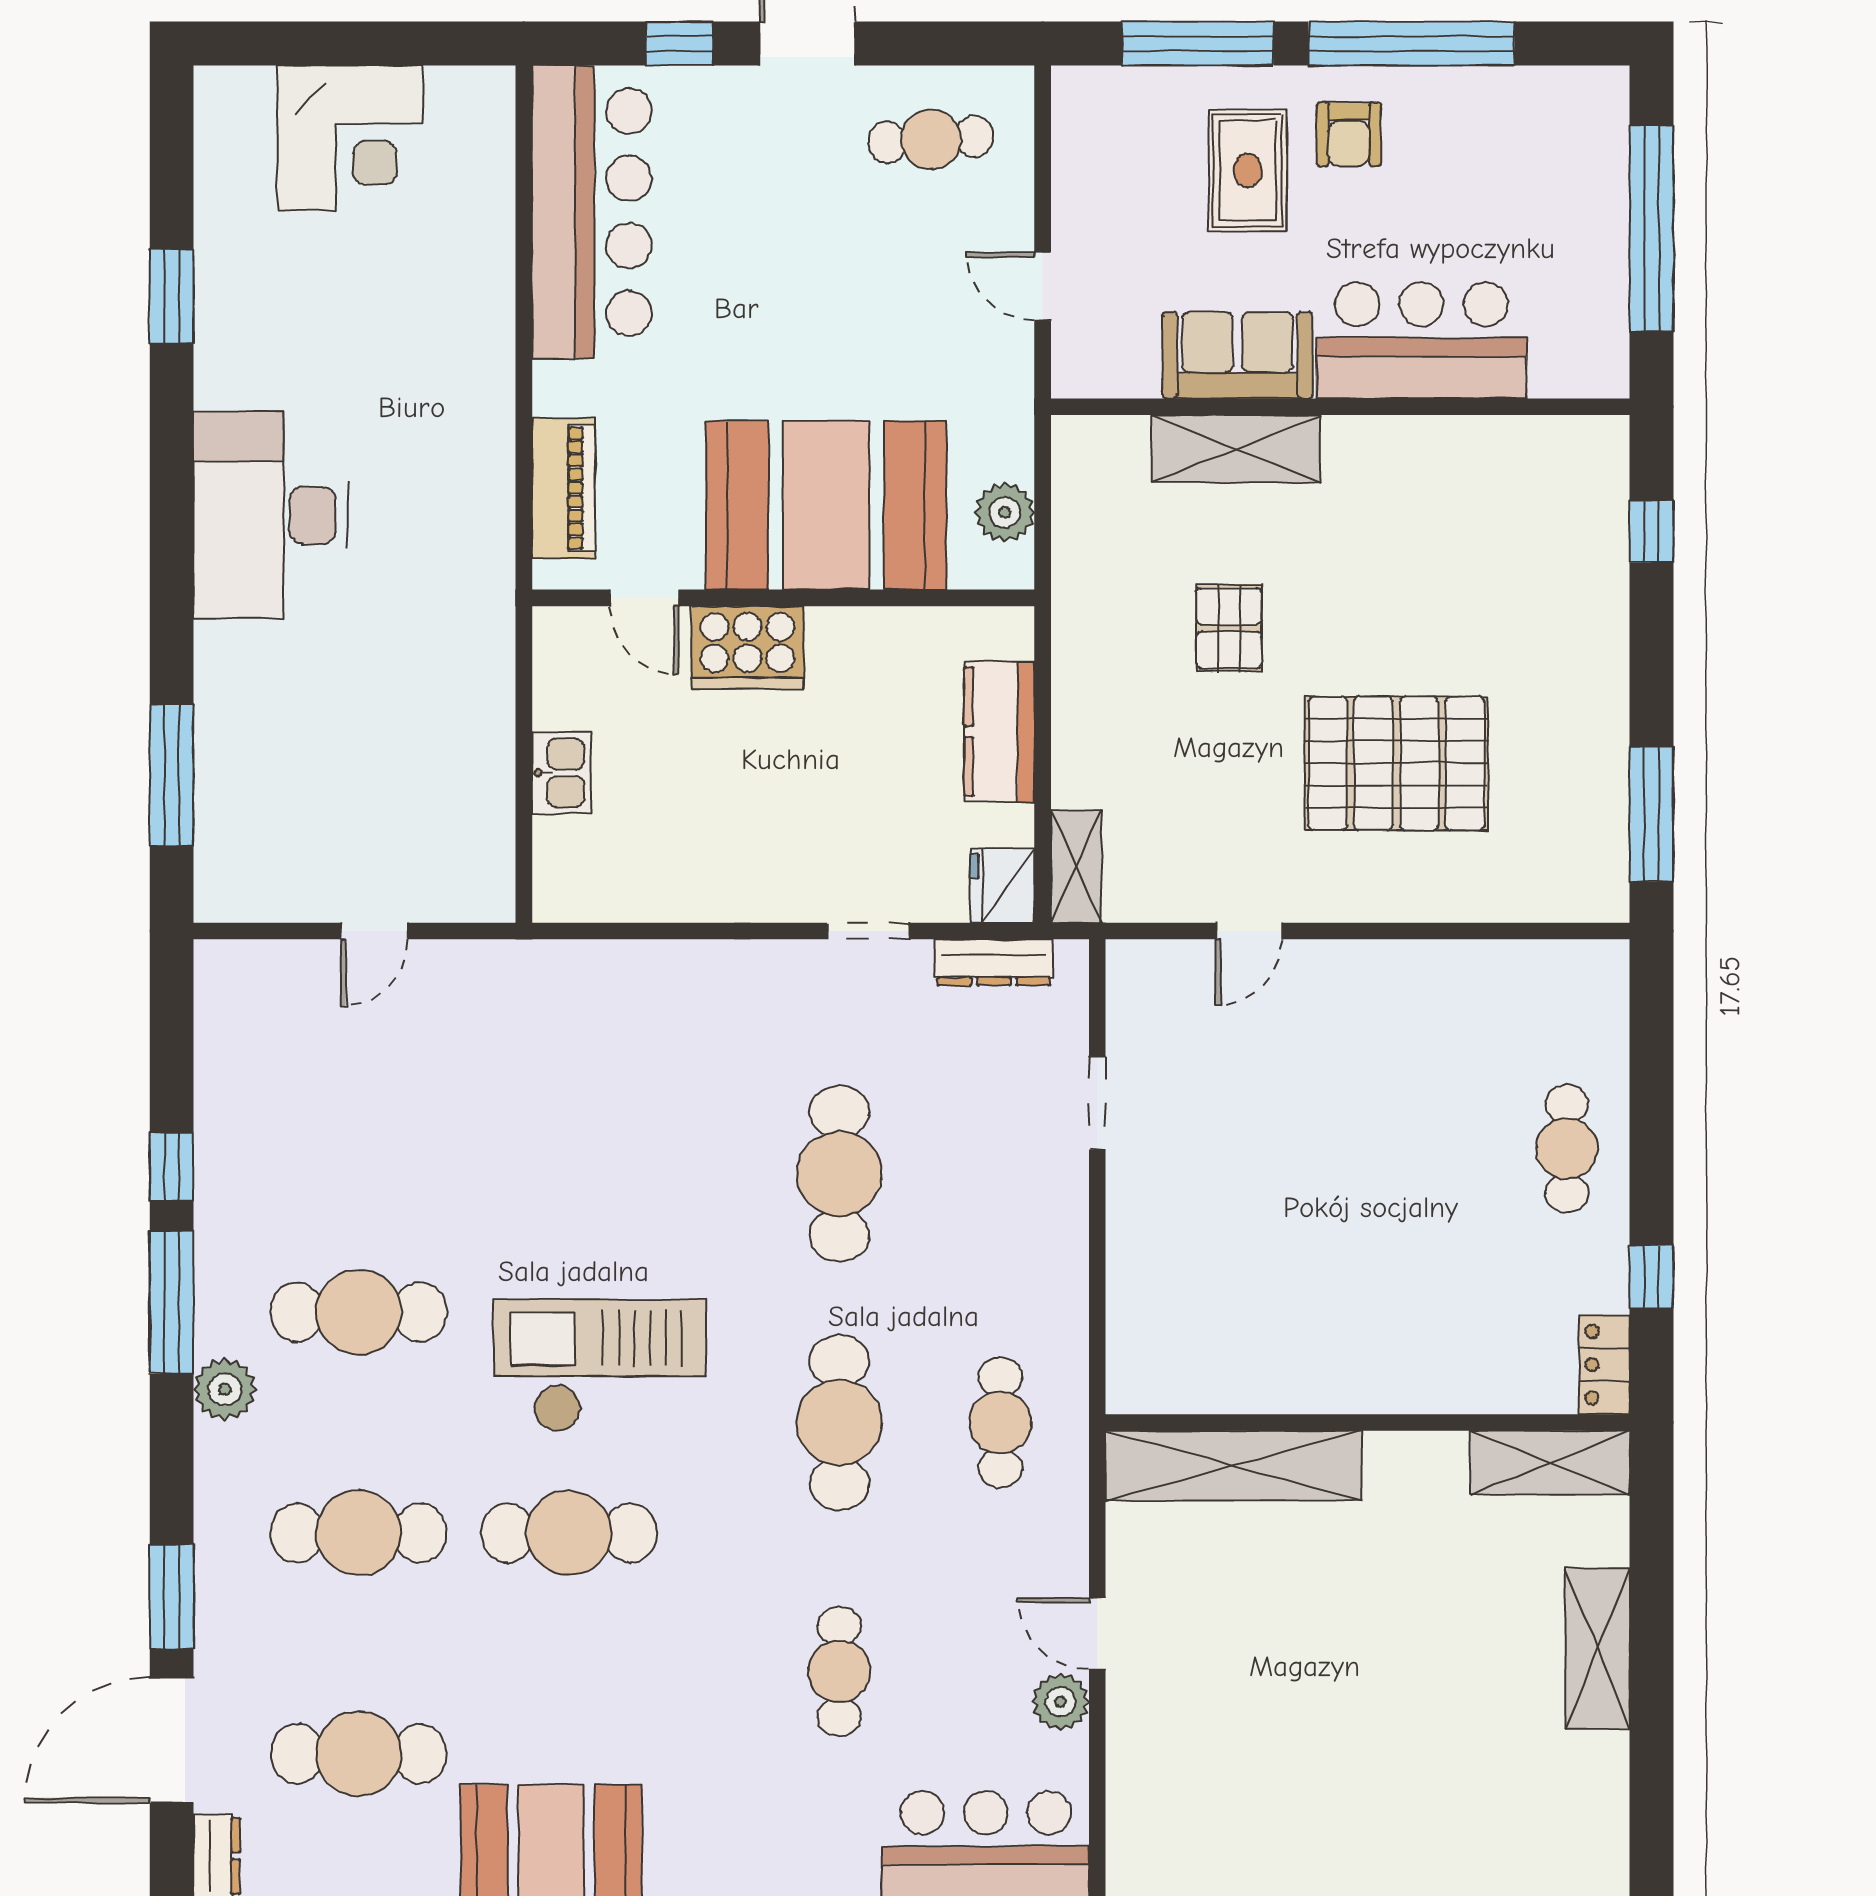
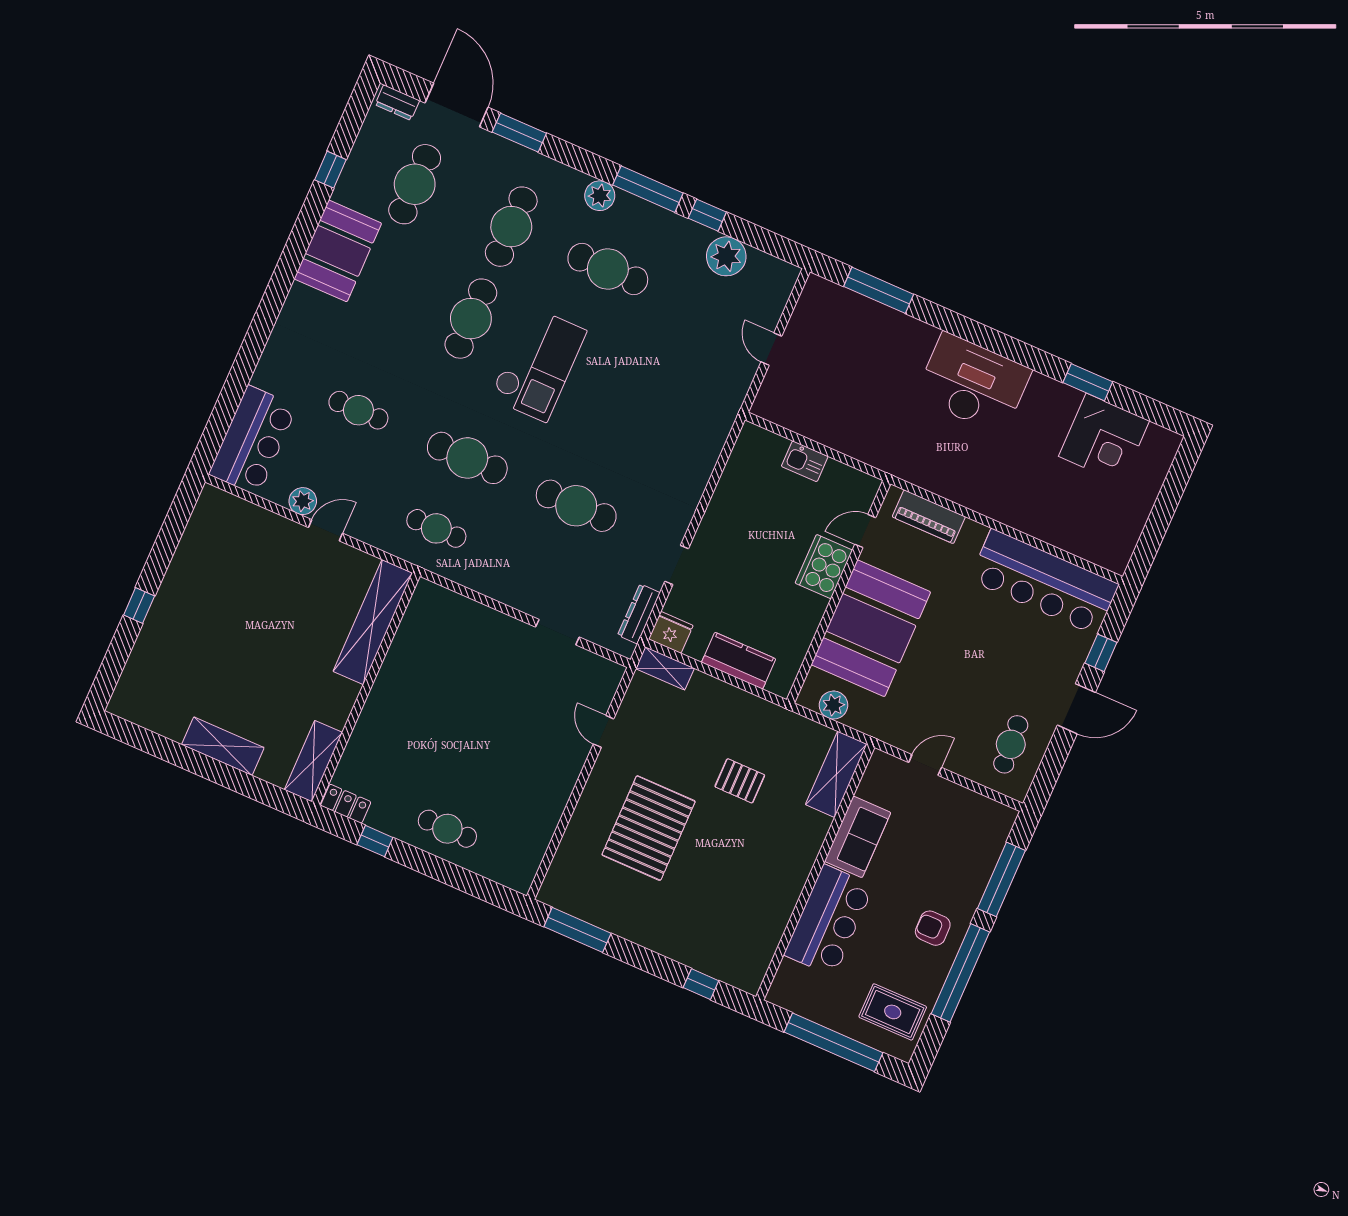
corner desk: (350, 138) -> (1104, 439), moved, turned -90
rug: (1248, 170) -> (893, 1012), moved
shelving: (1236, 449) -> (836, 774), moved
plant: (235, 1096) -> (726, 256), added
cafe table: (359, 1312) -> (608, 269), turned 90

